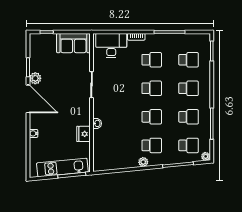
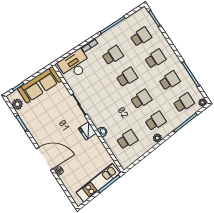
sofa: (73, 43) -> (40, 85), width x1.36
plant: (35, 78) -> (17, 104), moved
door: (28, 99) -> (45, 159), moved
fridge: (83, 134) -> (87, 131), moved
school desk: (115, 145) -> (127, 140), added

